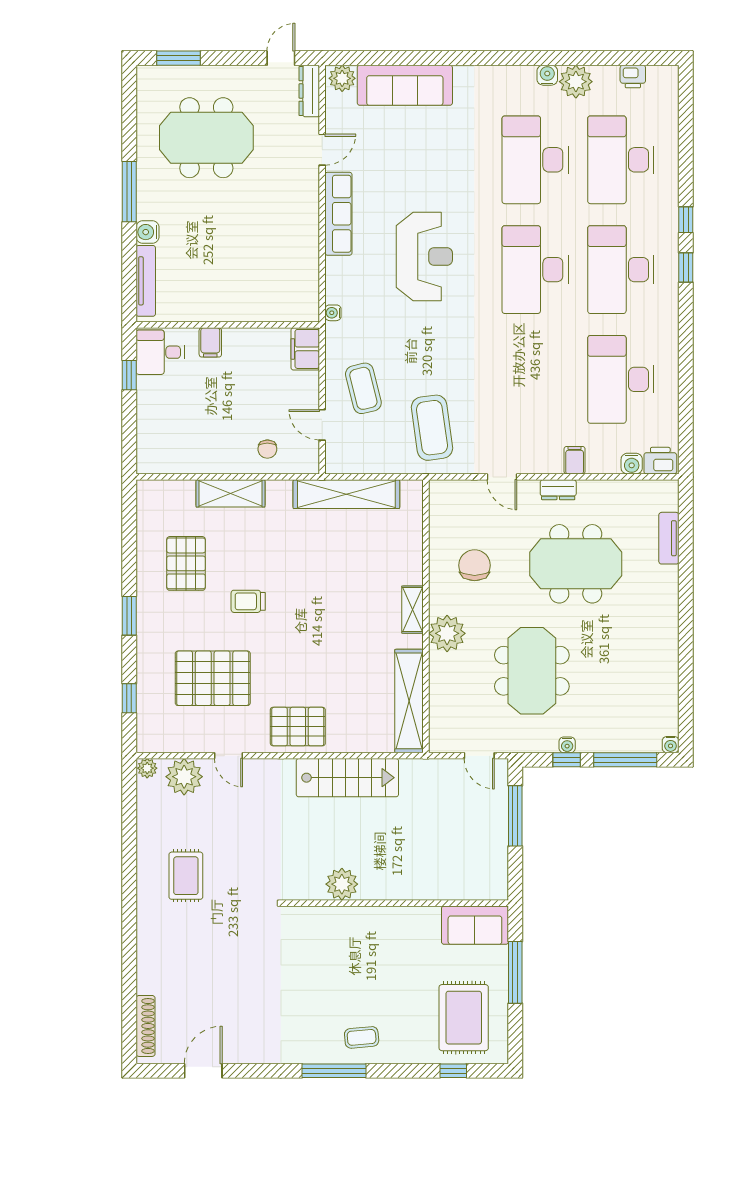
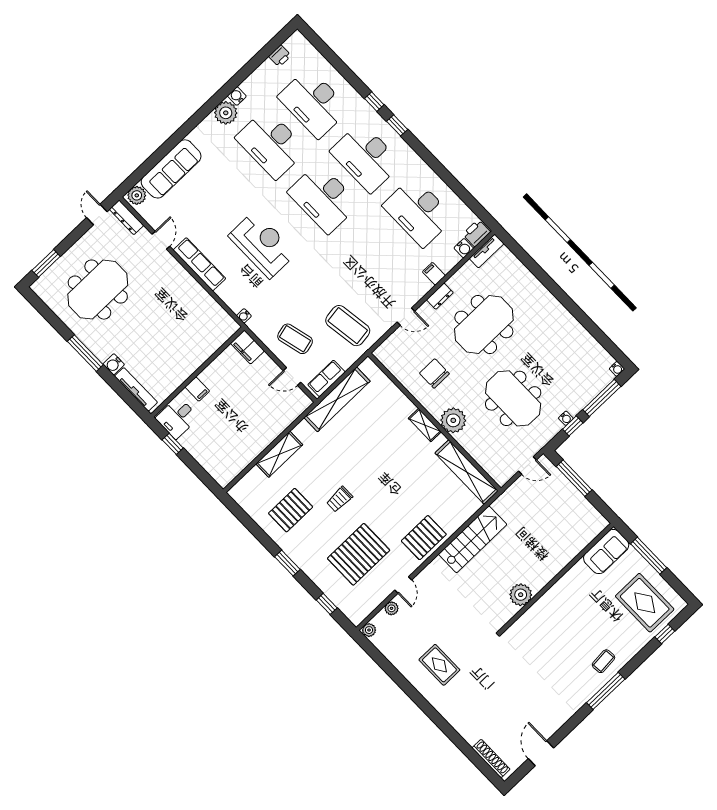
plant: (576, 82) -> (226, 113), moved
chair: (267, 449) -> (276, 415), removed
row of seats: (357, 462) -> (327, 378), added
tv unit: (669, 538) -> (487, 251), moved, turned -90
pallet: (186, 563) -> (291, 510), turned 90
door: (228, 756) -> (403, 585), hinge flipped
plant: (184, 777) -> (392, 608), width x0.53, depth x0.53

